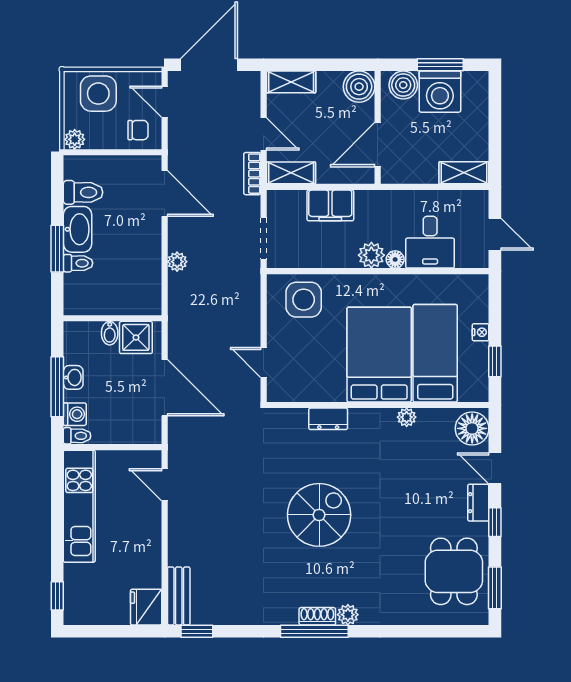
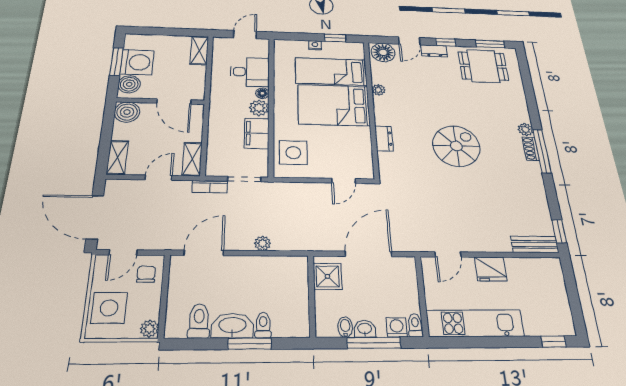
bookcase: (252, 174) -> (210, 187), moved
filing cabinet: (330, 205) -> (257, 133), moved, turned 180
bidet: (110, 333) -> (345, 327), moved, turned -90
spiral stairs: (319, 515) -> (456, 146), turned 90
fridge: (146, 607) -> (491, 269), moved

